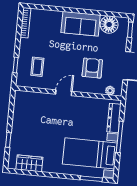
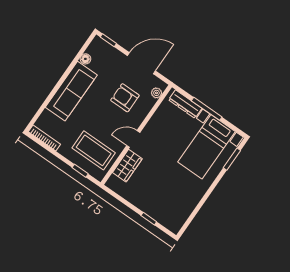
sofa: (81, 24) -> (71, 91), width x1.36
floor lamp: (109, 25) -> (85, 59), width x0.53, depth x0.53
coffee table: (37, 67) -> (94, 150), width x1.86, depth x1.72
door: (64, 93) -> (133, 139), hinge flipped
wardrobe: (29, 163) -> (127, 166), moved, turned 180

